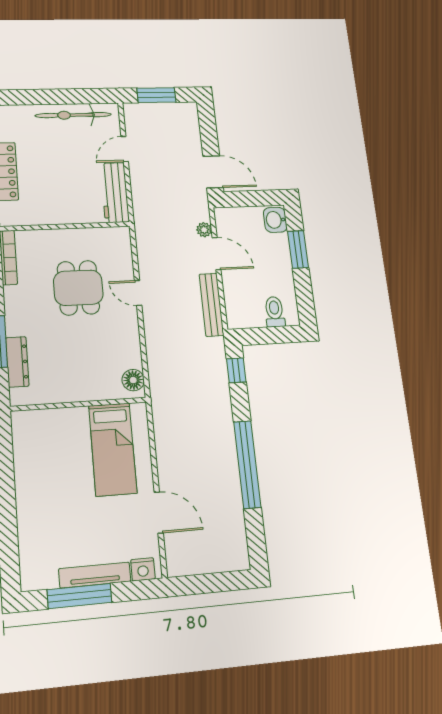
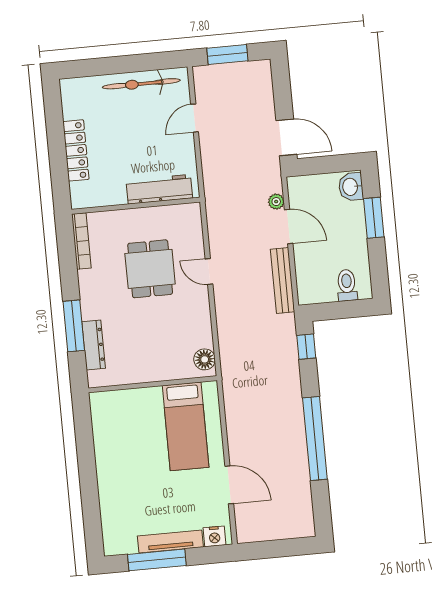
workbench: (115, 193) -> (159, 189), moved, turned 90

